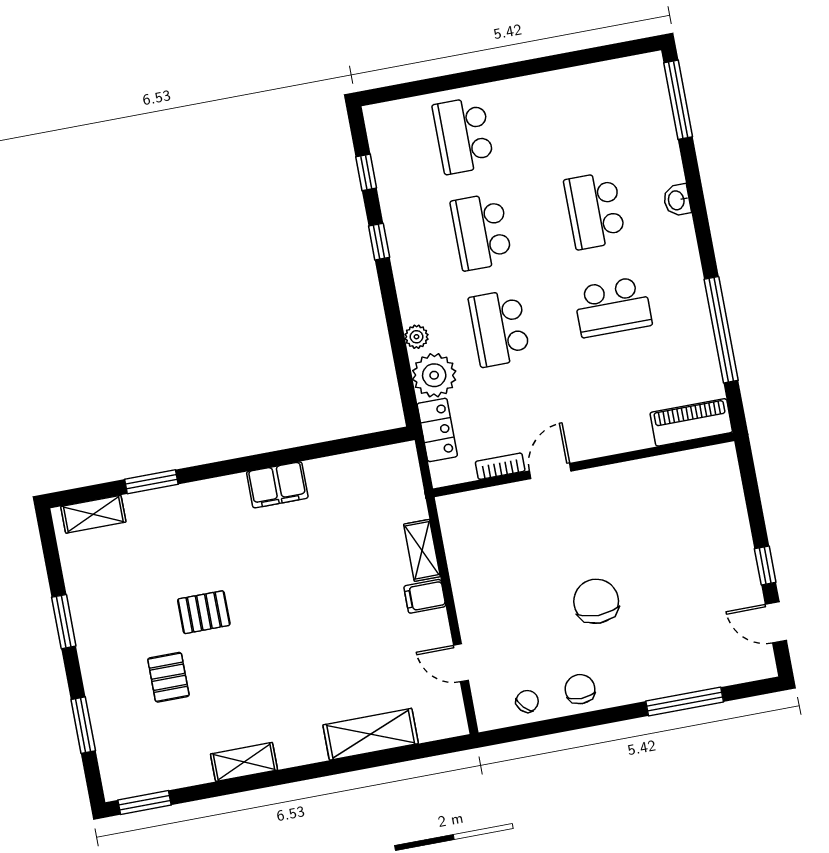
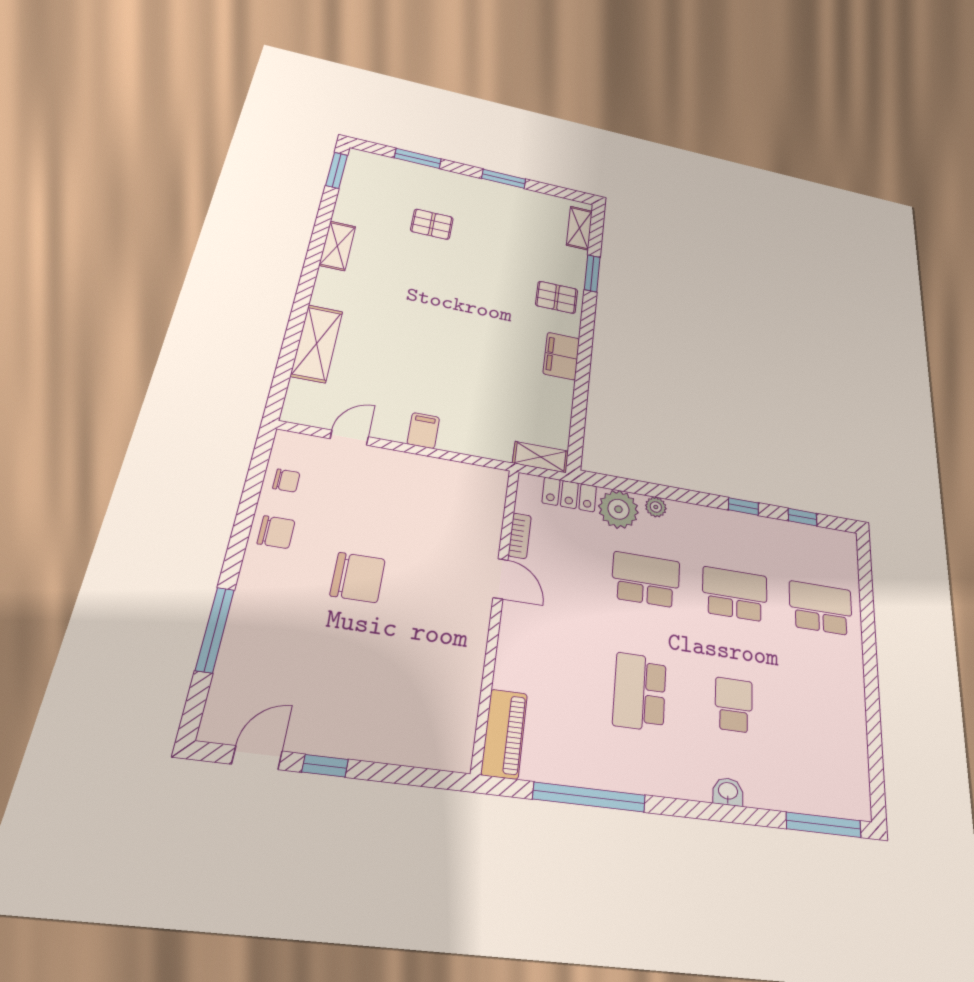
school desk: (595, 211) -> (734, 705), width x0.54
shelving: (422, 550) -> (541, 457), moved
pallet: (204, 612) -> (557, 297), moved, turned 90
chair: (527, 701) -> (286, 481), turned -47

